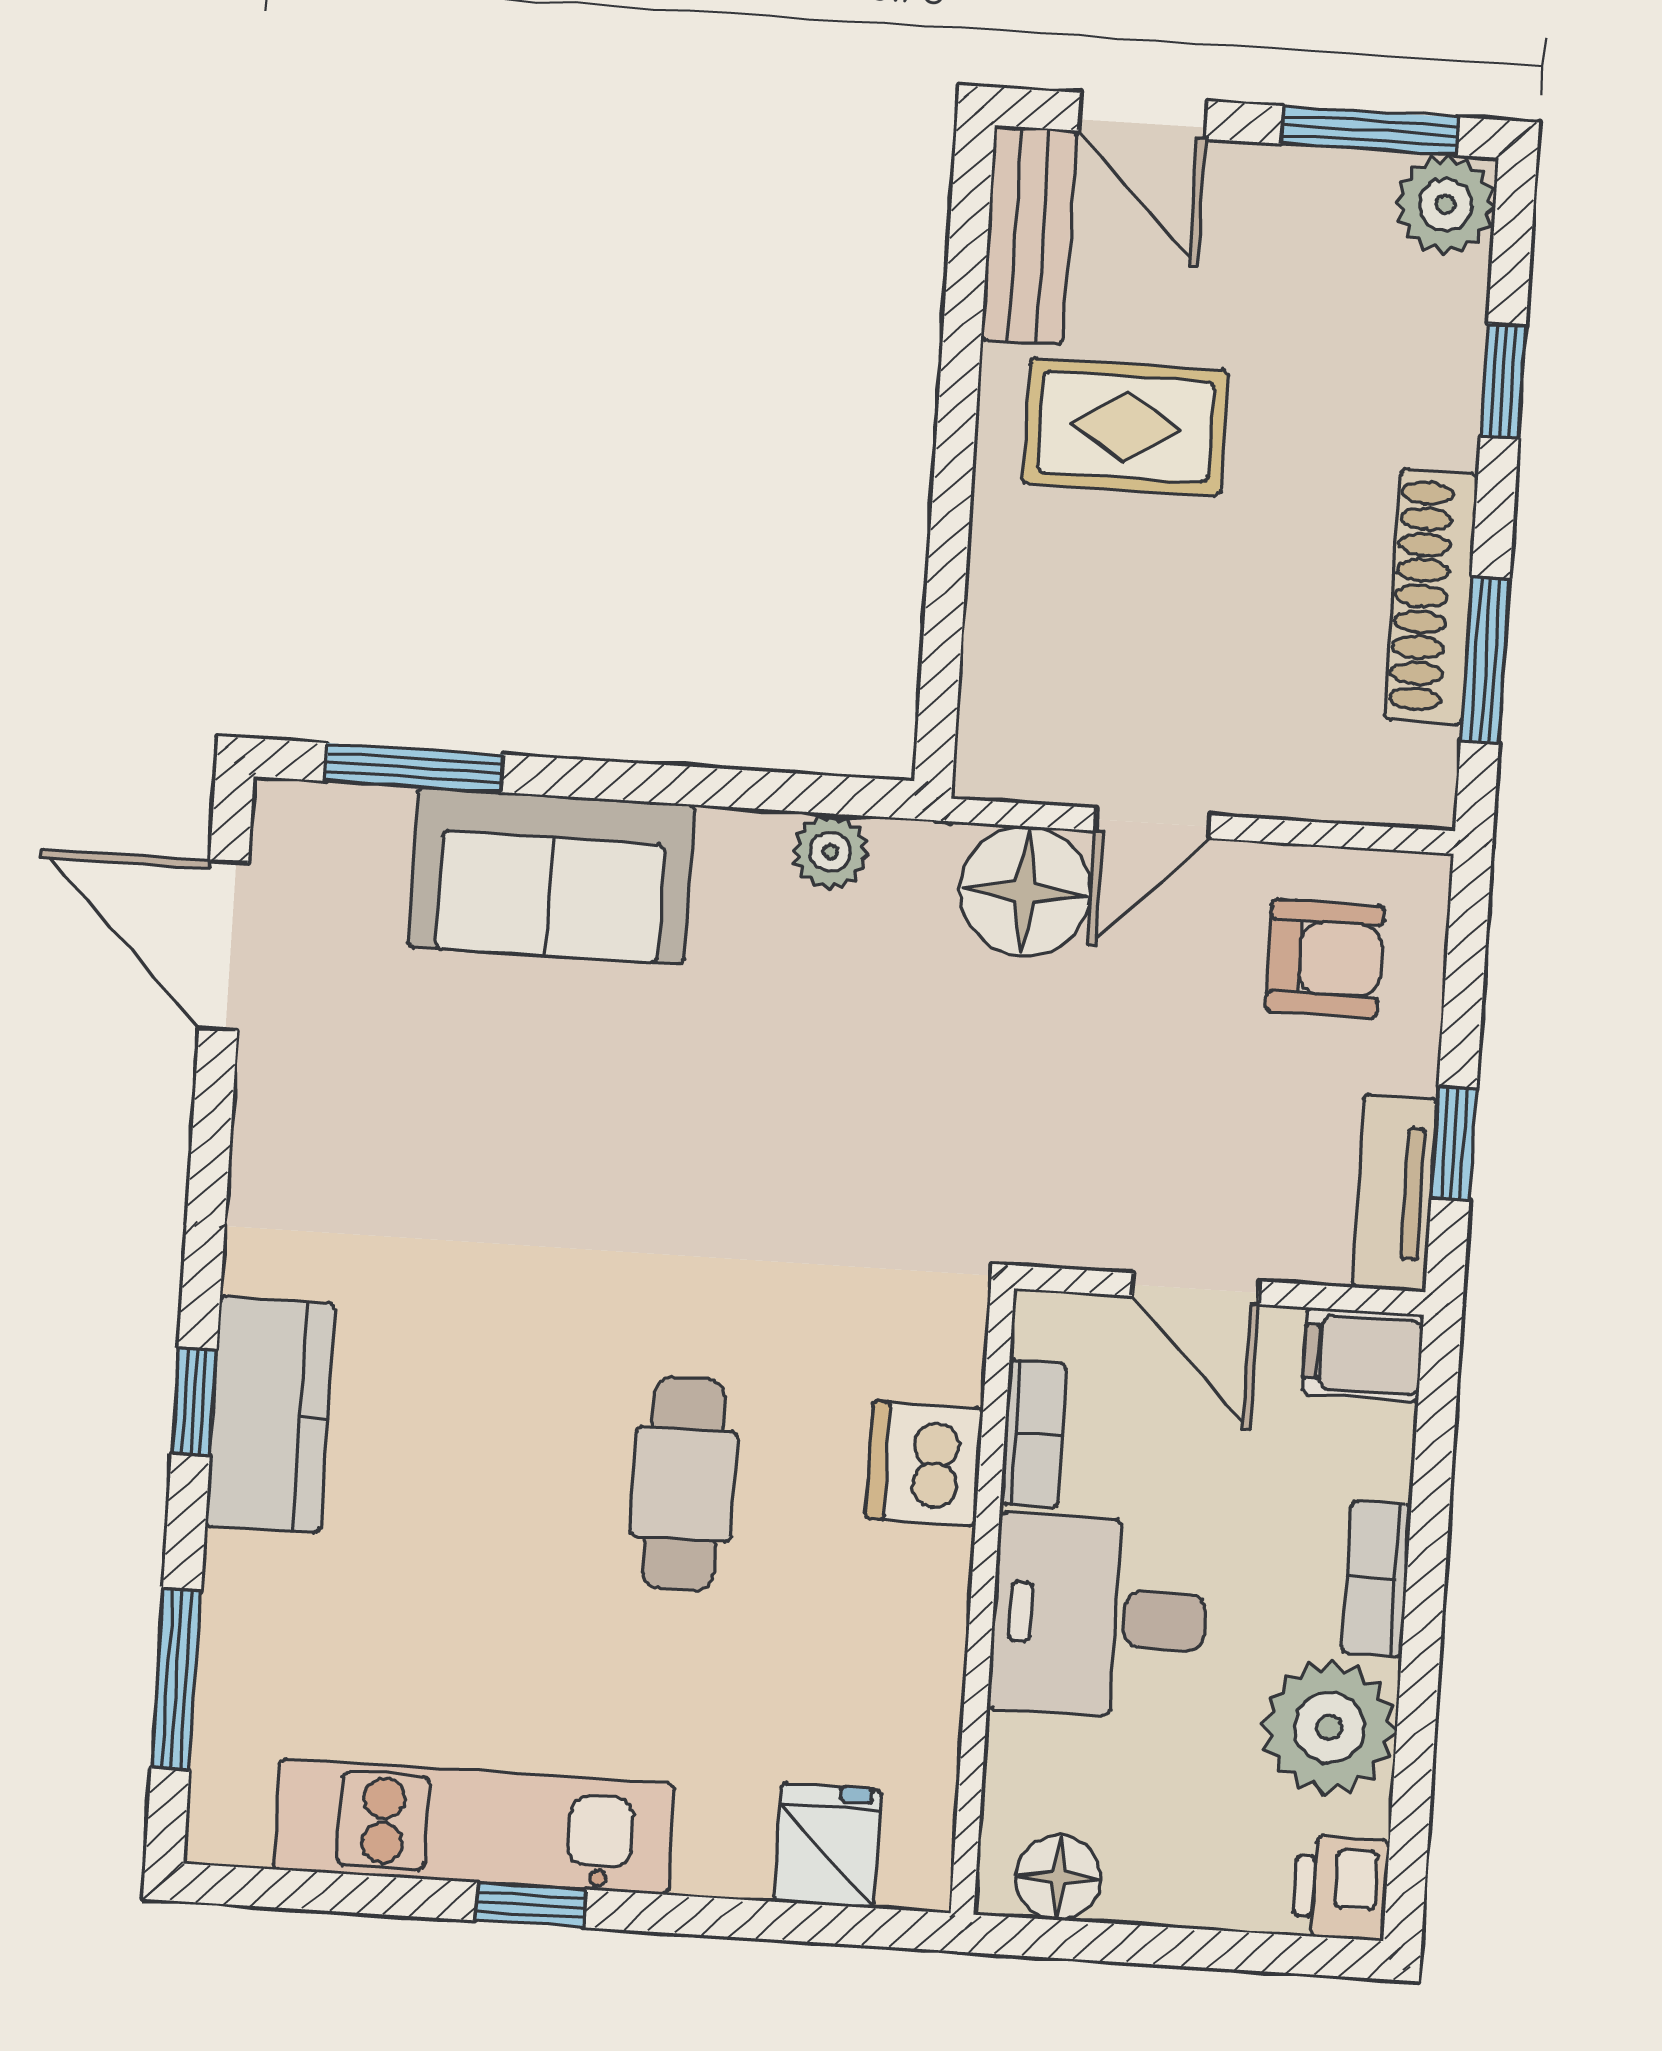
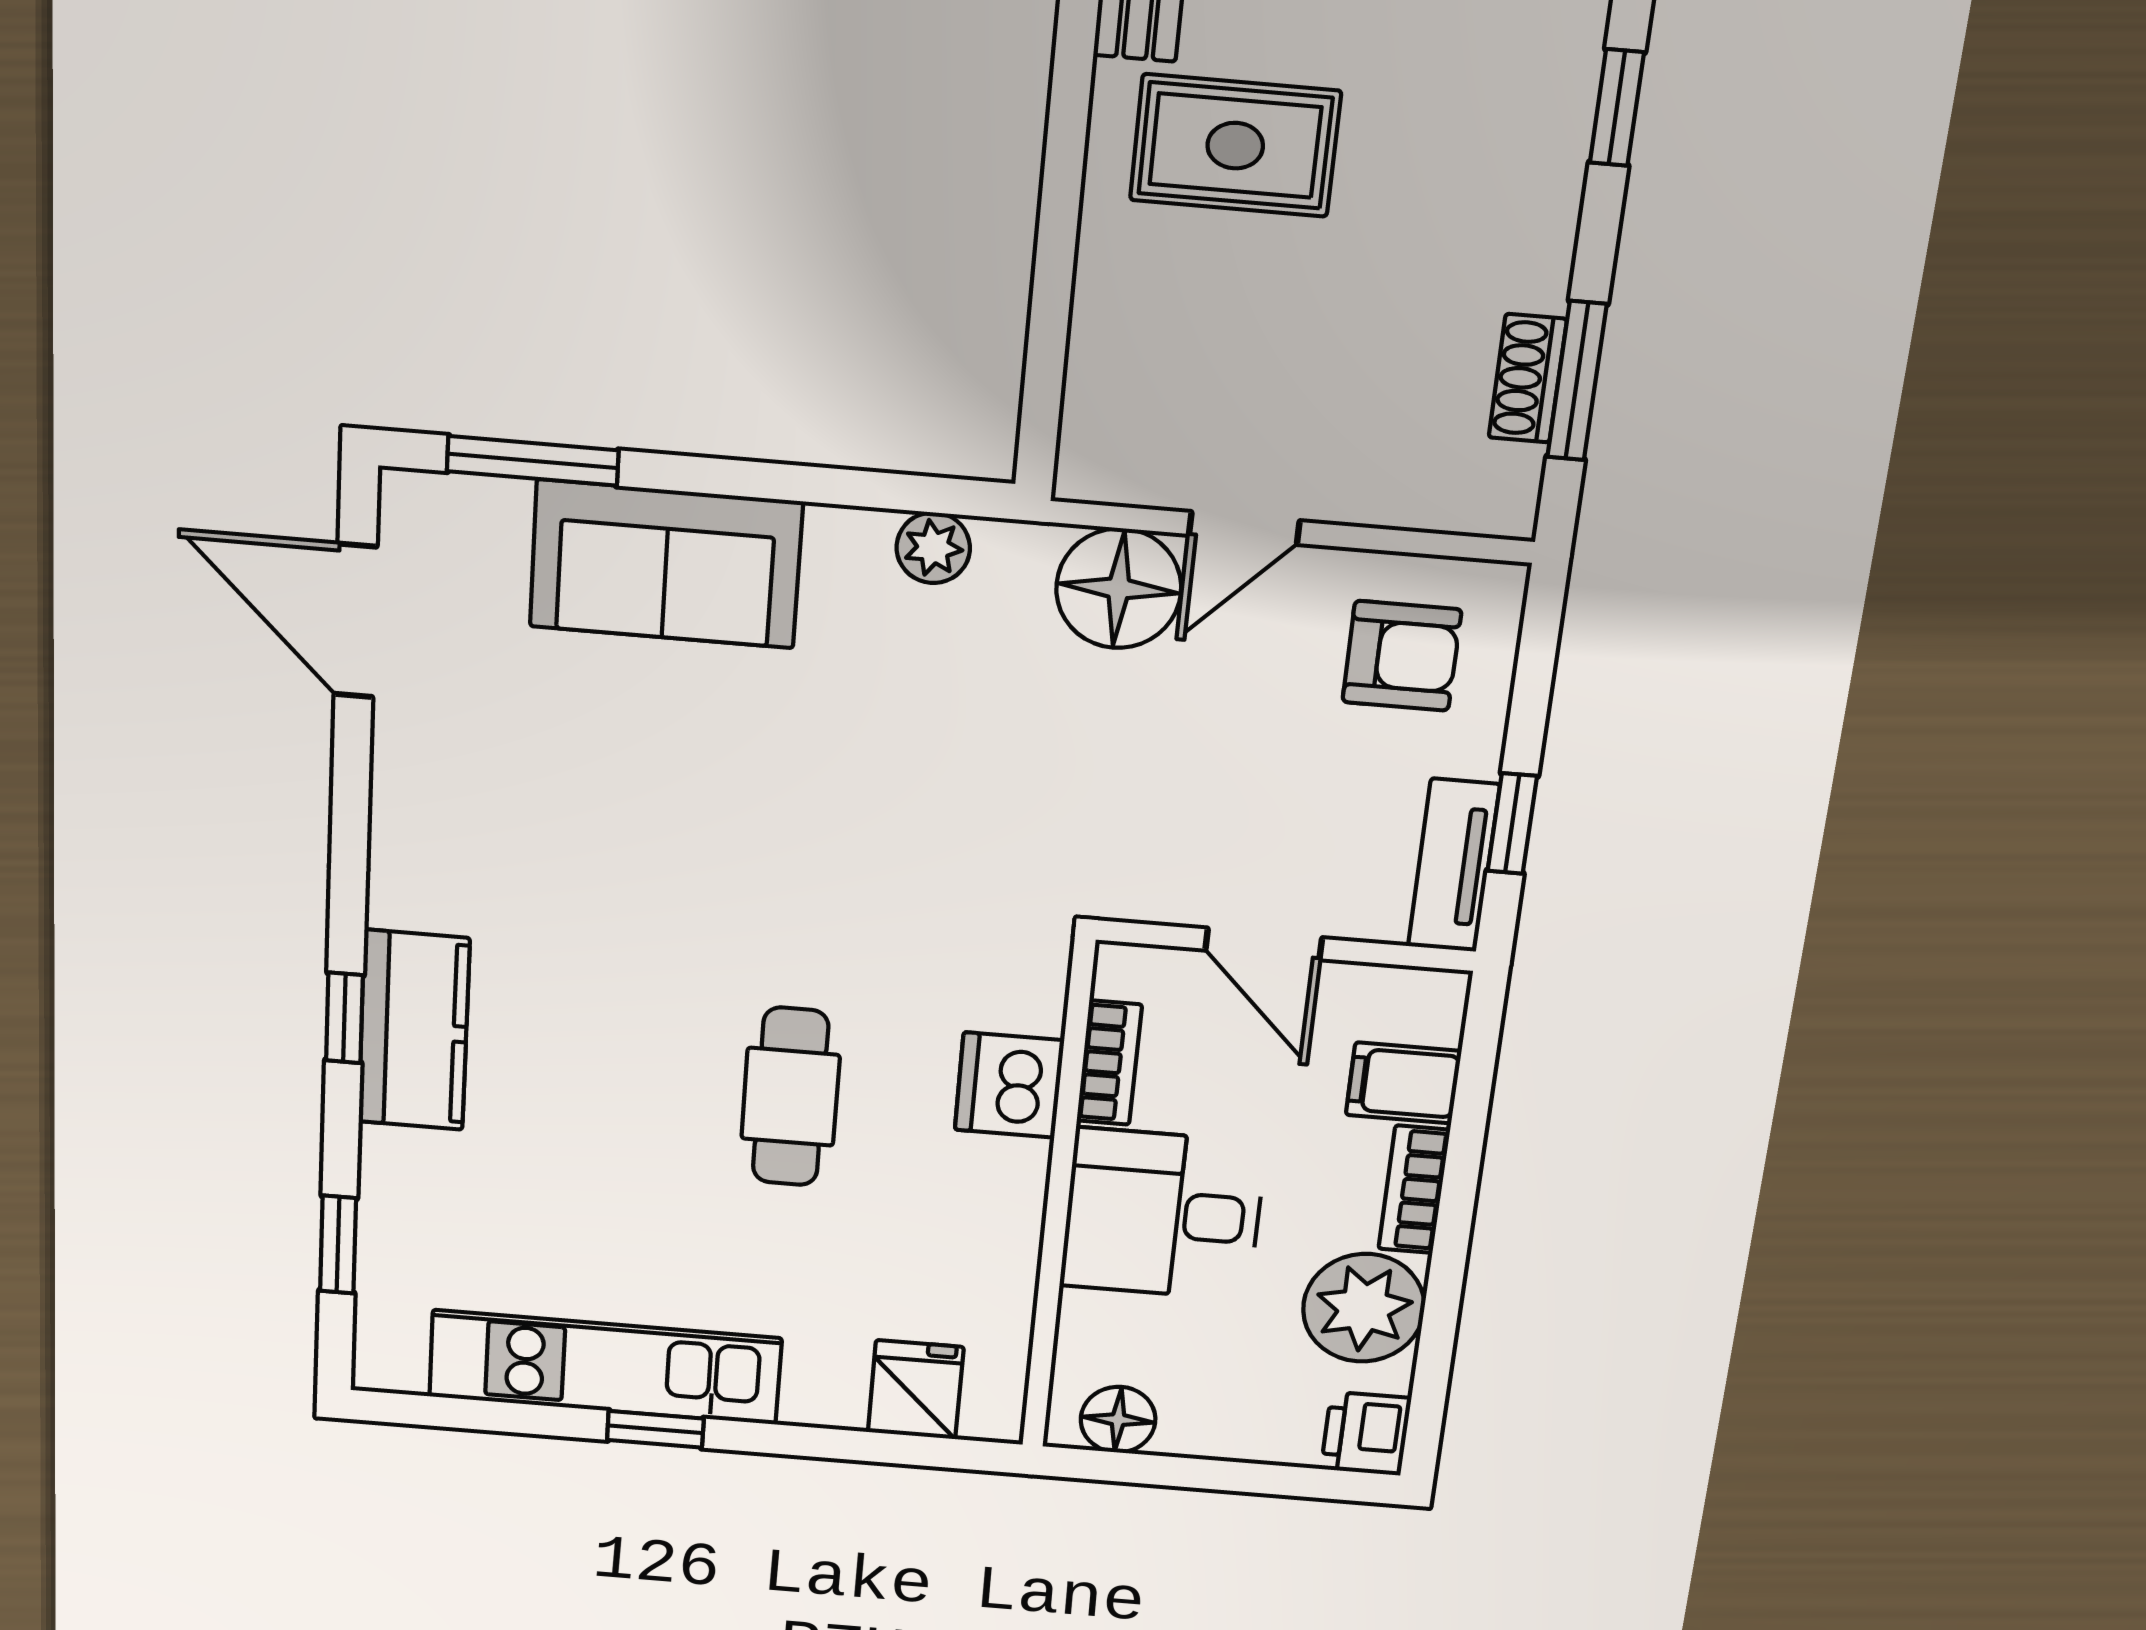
shoe rack: (1431, 597) -> (1528, 378), width x0.51, depth x0.81
filing cabinet: (1363, 1355) -> (1404, 1083), moved
window: (176, 1679) -> (338, 1245), width x0.67

